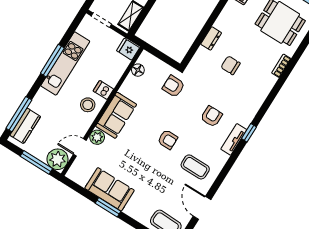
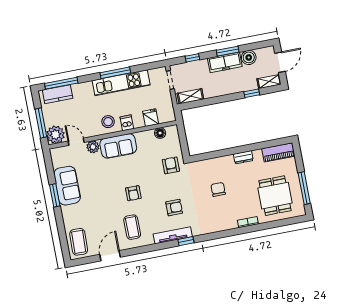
dresser: (211, 38) -> (243, 157), moved
fridge: (128, 49) -> (151, 118), moved
tv unit: (234, 139) -> (173, 235), width x1.41

